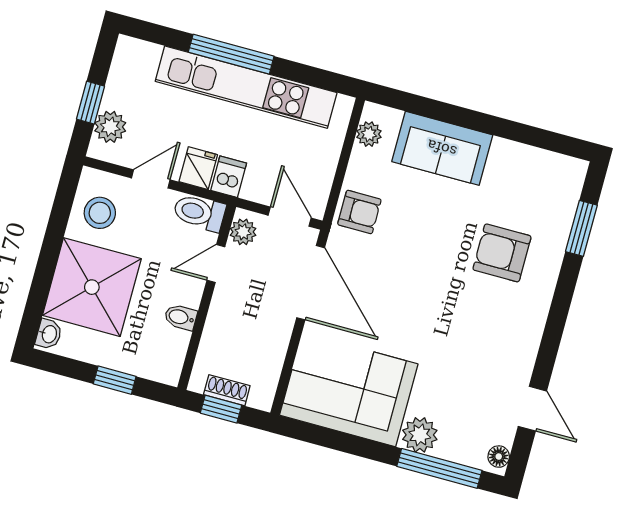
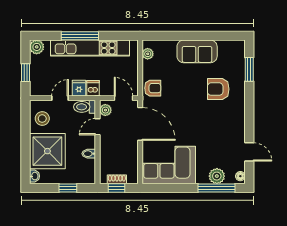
plant: (110, 127) -> (37, 47), moved
sofa: (442, 148) -> (197, 51), moved
plant: (420, 435) -> (217, 176), moved

